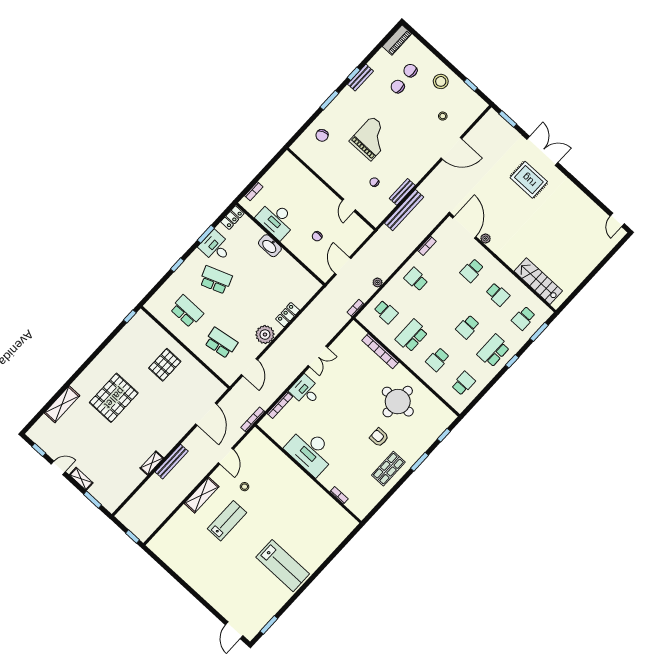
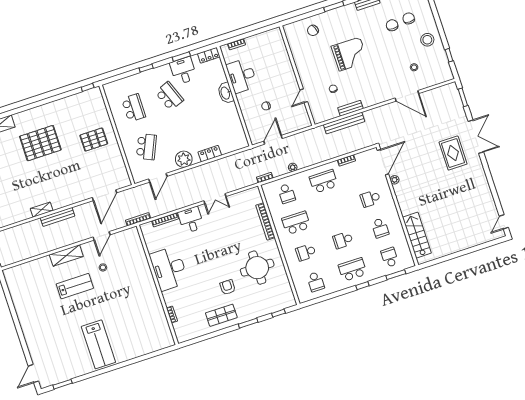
school desk: (416, 279) -> (324, 181), width x1.85
school desk: (524, 318) -> (390, 257), turned 90
school desk: (221, 343) -> (146, 147), turned 33
school desk: (463, 383) -> (316, 282), turned 90

